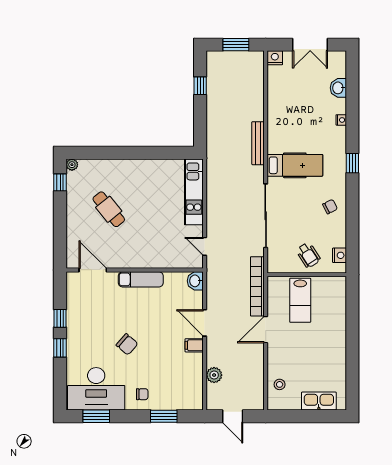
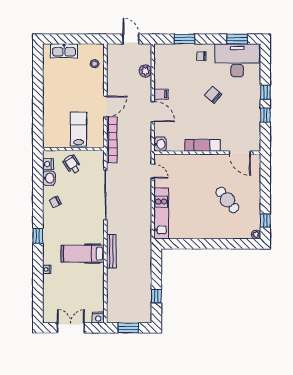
washbasin: (338, 88) -> (49, 178), moved
hospital bed: (295, 165) -> (83, 254), moved

